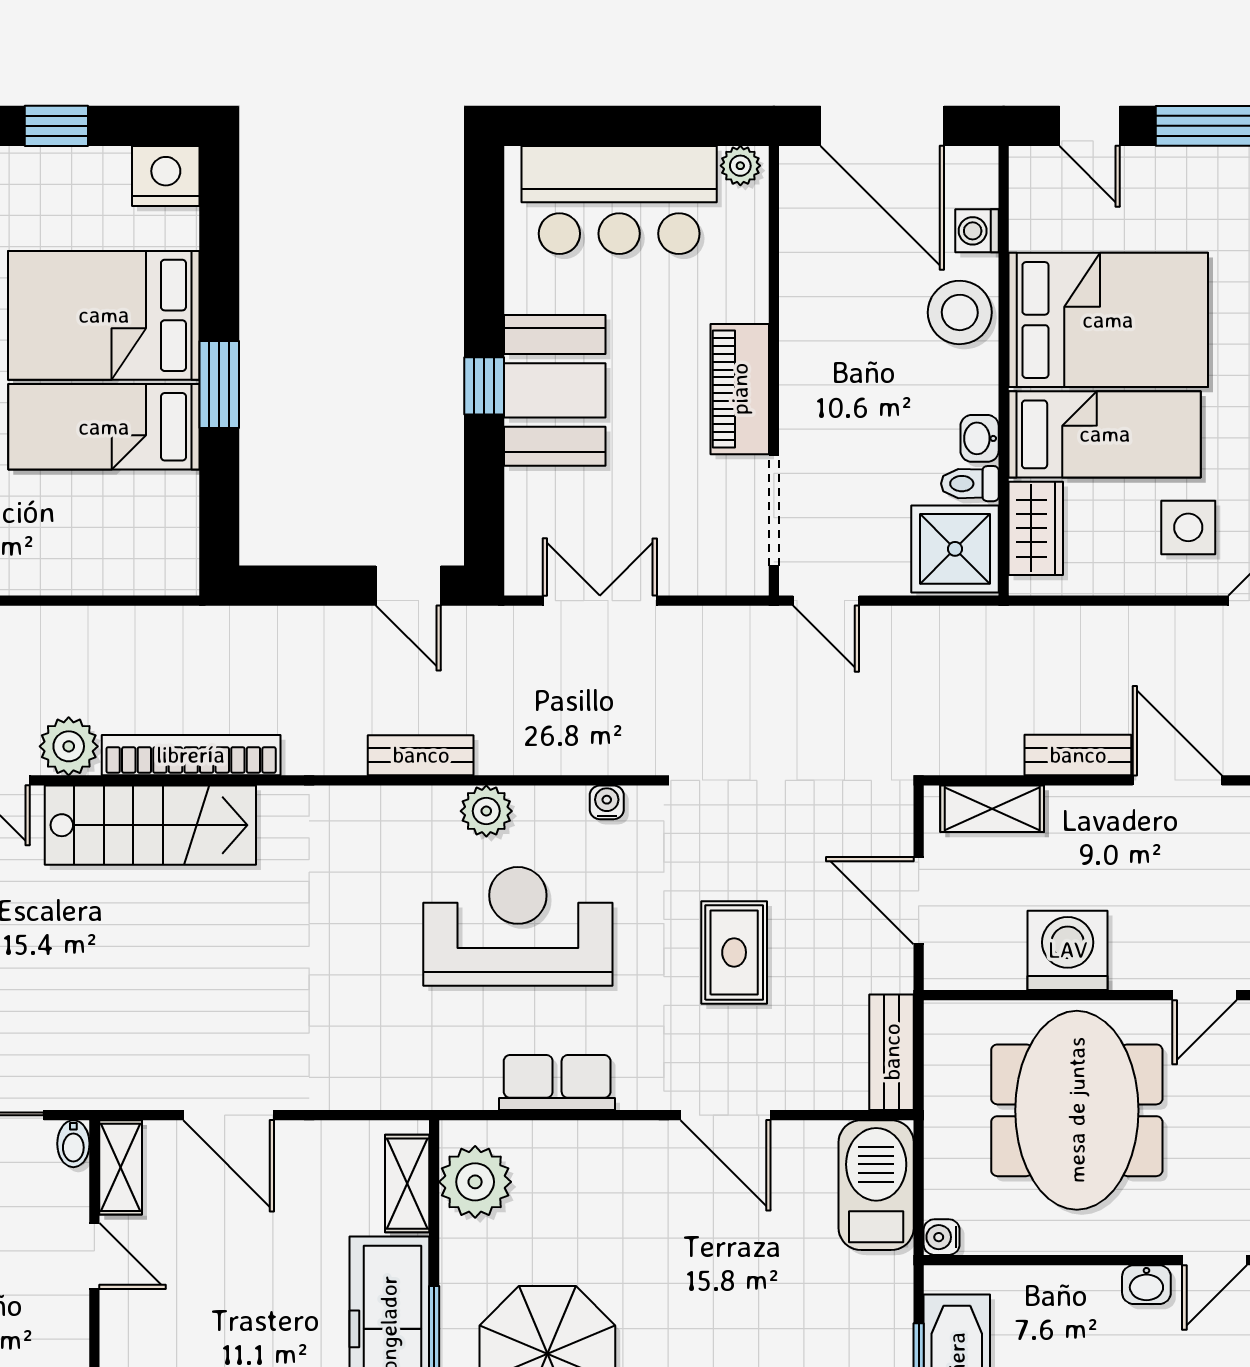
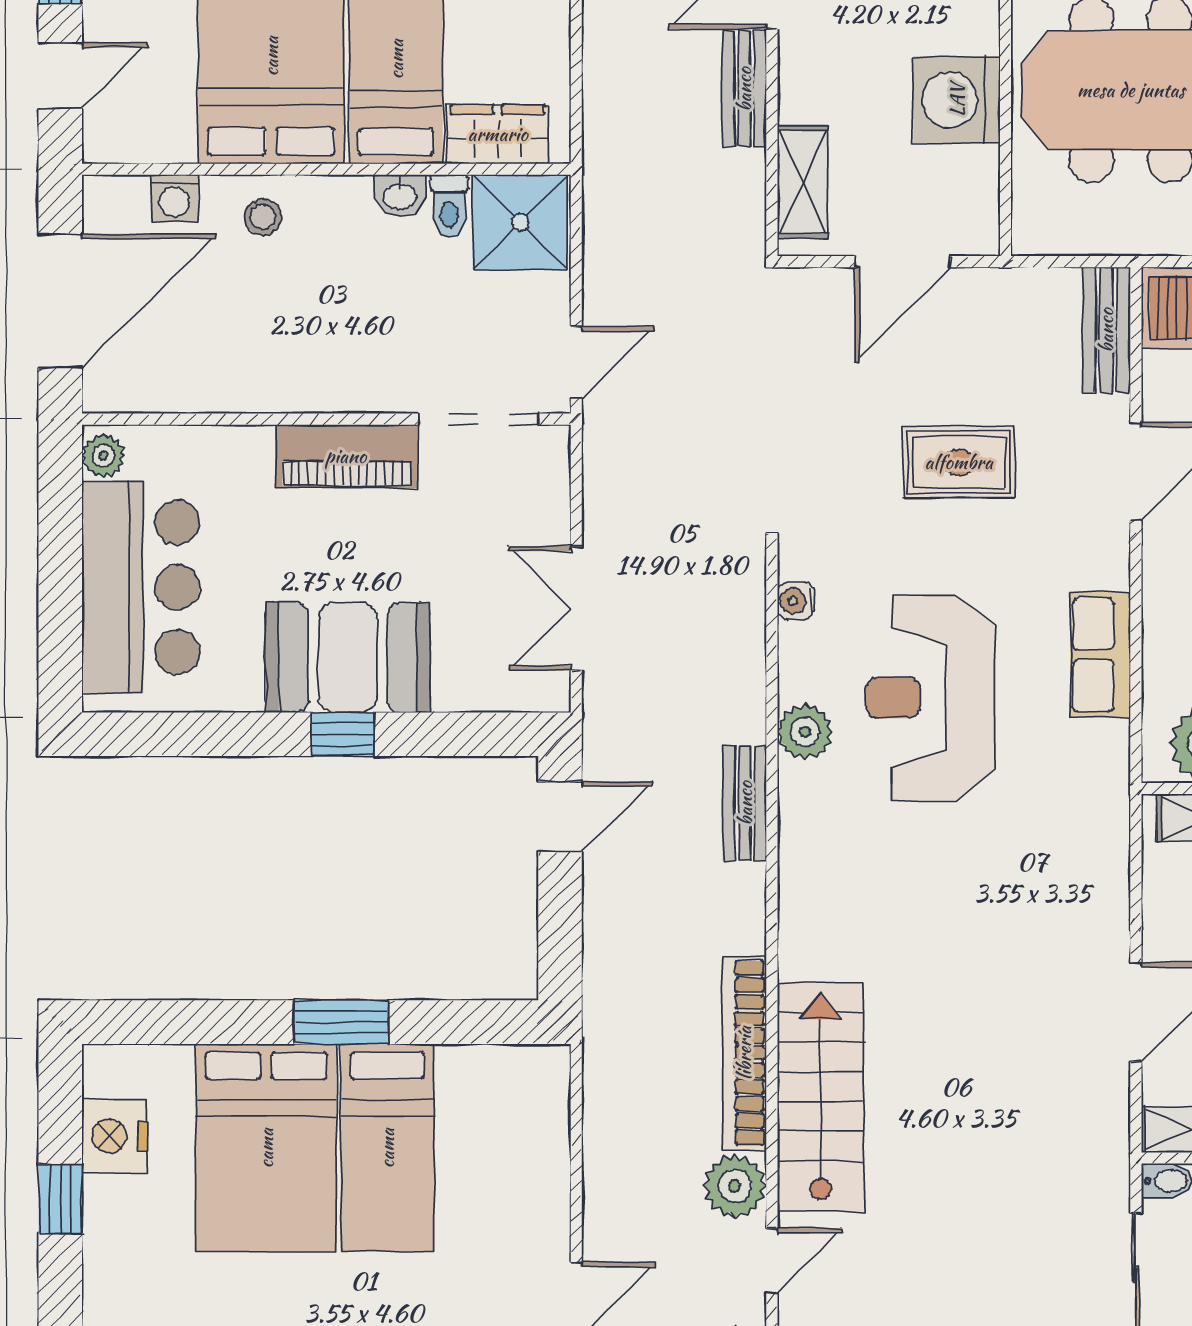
nightstand: (166, 176) -> (115, 1136), moved
stool: (960, 312) -> (263, 217), width x0.53, depth x0.53
bench: (892, 1052) -> (1106, 330), moved, turned 90

